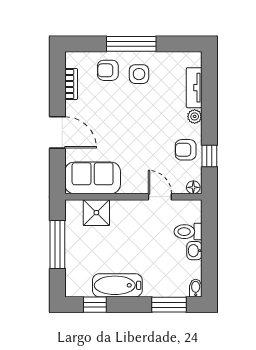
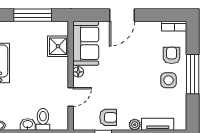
bookcase: (71, 84) -> (174, 26), moved
armchair: (186, 150) -> (108, 117), turned 90
floor lamp: (193, 187) -> (78, 72), moved

